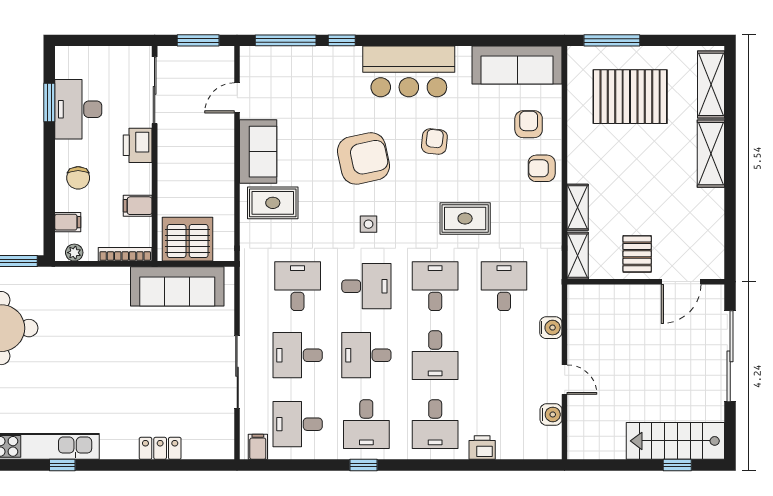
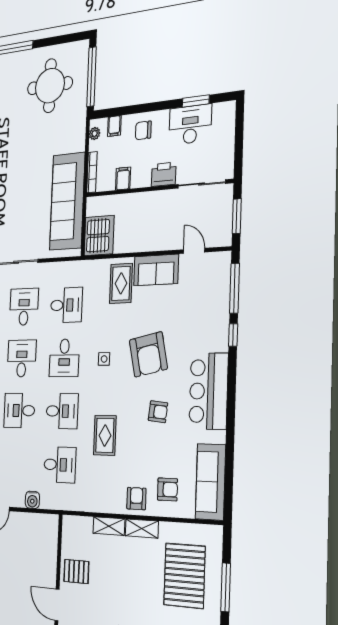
window: (612, 40) -> (226, 587), moved
server rack: (188, 239) -> (99, 236), moved
shelving: (578, 256) -> (142, 528), moved
sofa: (177, 286) -> (67, 201), width x1.36, depth x1.27

